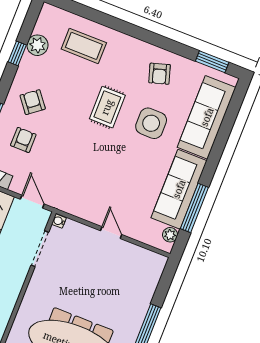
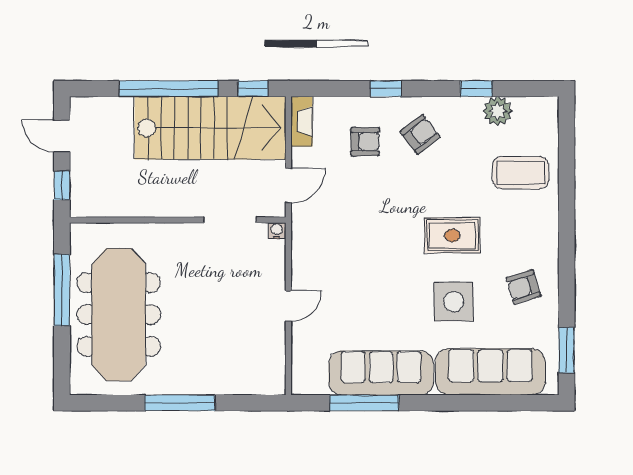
coffee table: (84, 46) -> (521, 173), turned 90
plant: (170, 235) -> (316, 385), removed

